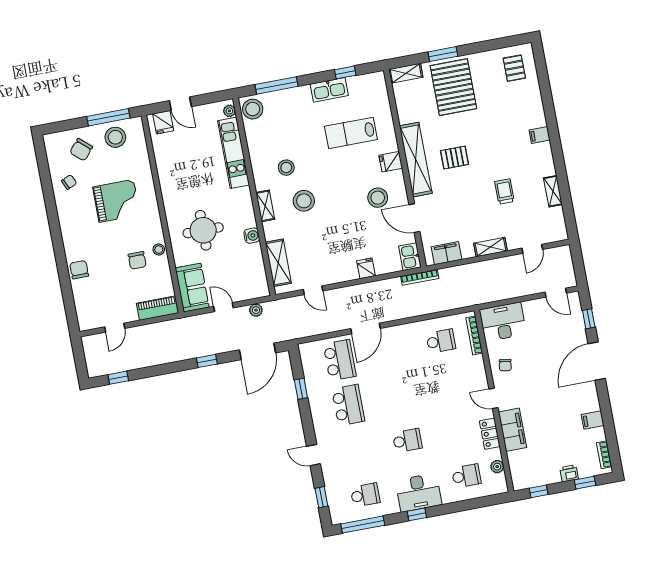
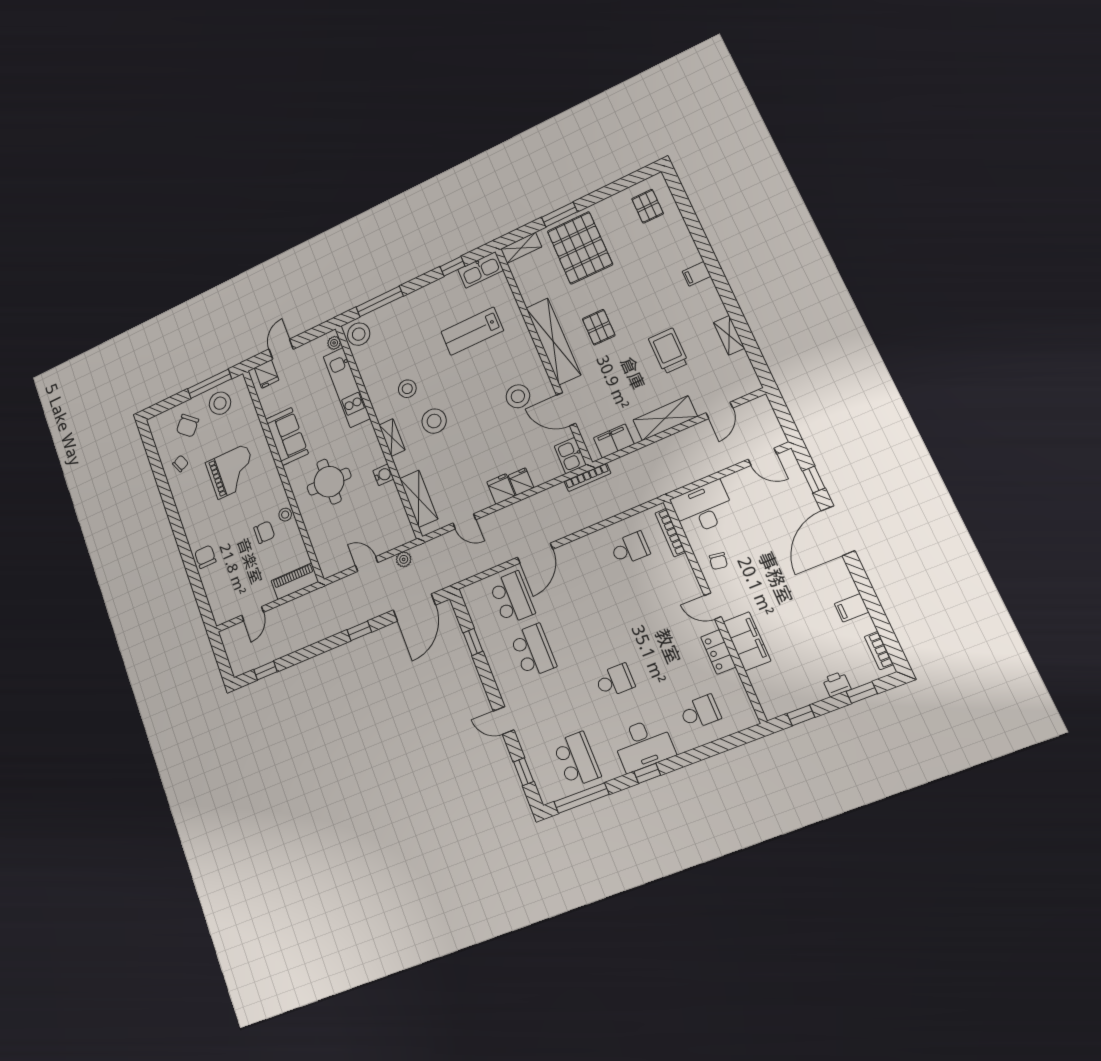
kitchen sink: (329, 90) -> (481, 270), moved
door: (180, 104) -> (281, 349), swing flipped
pallet: (454, 158) -> (599, 327), turned 90
fridge: (391, 162) -> (501, 489), moved, turned 90
trolley: (504, 191) -> (668, 351), width x1.36, depth x1.39
shelving: (490, 247) -> (665, 418), width x1.50, depth x1.33
chair: (137, 260) -> (264, 532), turned -90
sofa: (192, 288) -> (287, 436), moved
plant: (497, 467) -> (738, 693), removed
school desk: (365, 495) -> (577, 760), width x1.85

